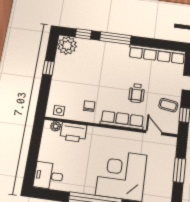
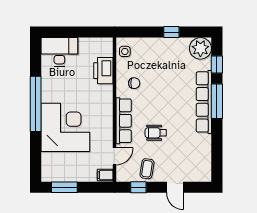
row of seats: (157, 54) -> (204, 102), moved
plant: (56, 126) -> (107, 51), removed
filing cabinet: (170, 144) -> (105, 175), added
window: (179, 170) -> (64, 187), moved
desk: (49, 176) -> (59, 52), width x1.37

